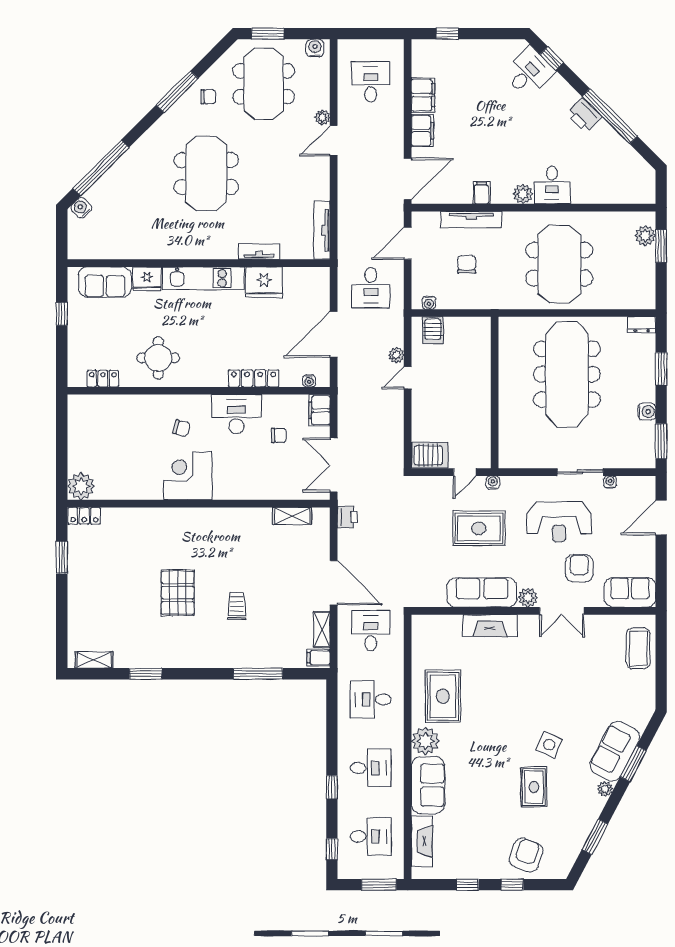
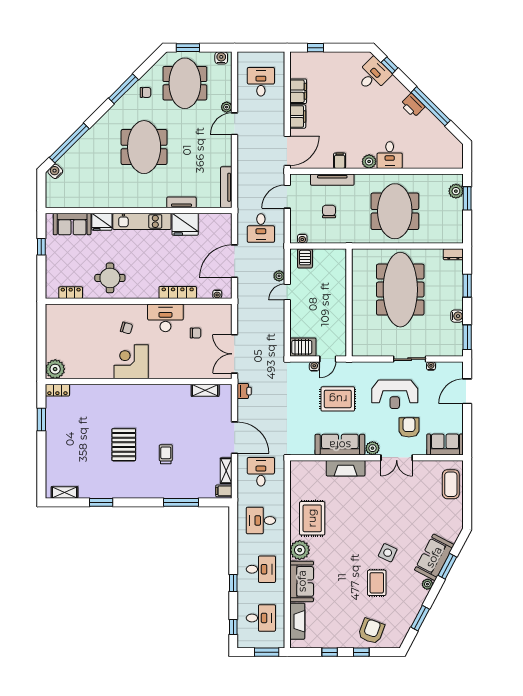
filing cabinet: (319, 410) -> (224, 315), removed
water cooler: (493, 483) -> (314, 366), moved

